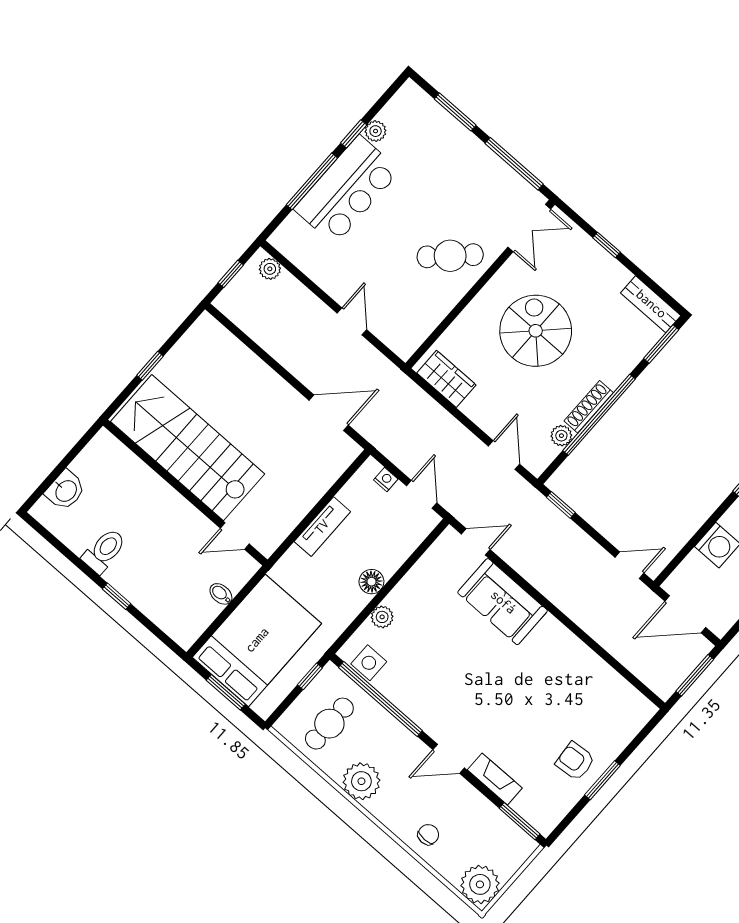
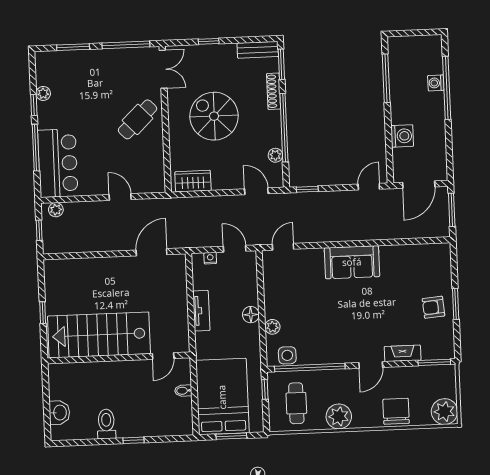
bar counter: (347, 190) -> (58, 163), moved
shoe rack: (589, 407) -> (274, 91), moved
sofa: (503, 602) -> (352, 262), moved
chair: (428, 835) -> (396, 411), width x1.87, depth x1.87

